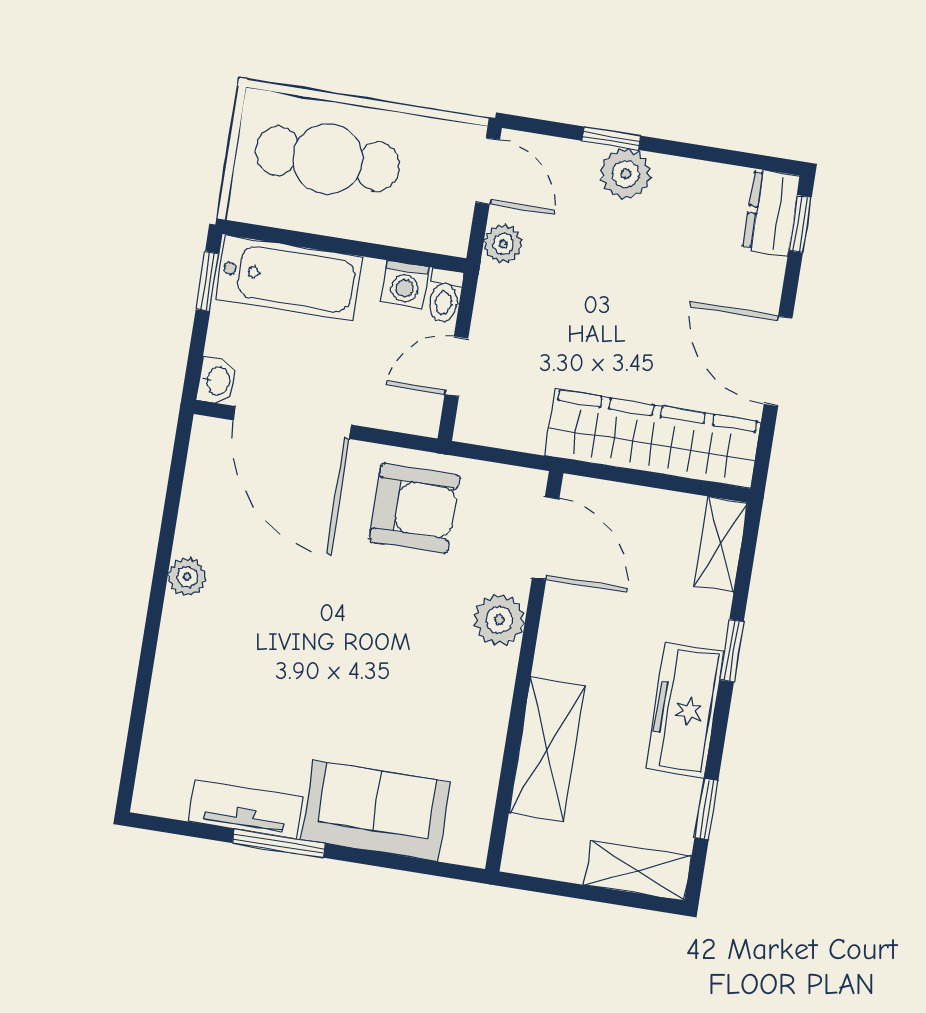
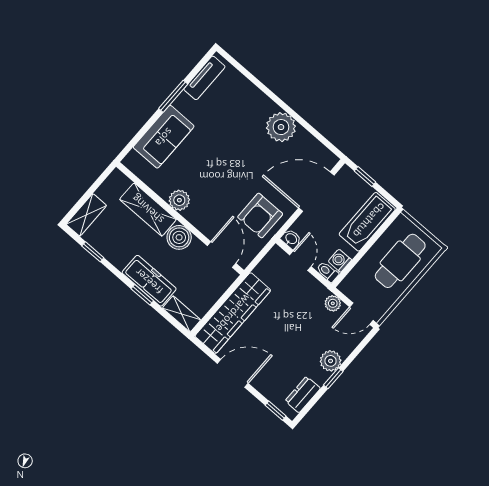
window: (611, 138) -> (333, 378), moved
dresser: (771, 213) -> (303, 395), moved, turned -90
window: (208, 281) -> (365, 177), moved
washbasin: (217, 381) -> (291, 239), moved, turned 180
door: (546, 538) -> (222, 255), swing flipped
plant: (187, 577) -> (281, 127), width x1.87, depth x1.87
plant: (499, 620) -> (179, 200), moved
boiler: (565, 649) -> (179, 237), added
freezer: (685, 710) -> (149, 281), moved
tv unit: (246, 809) -> (204, 78), moved

